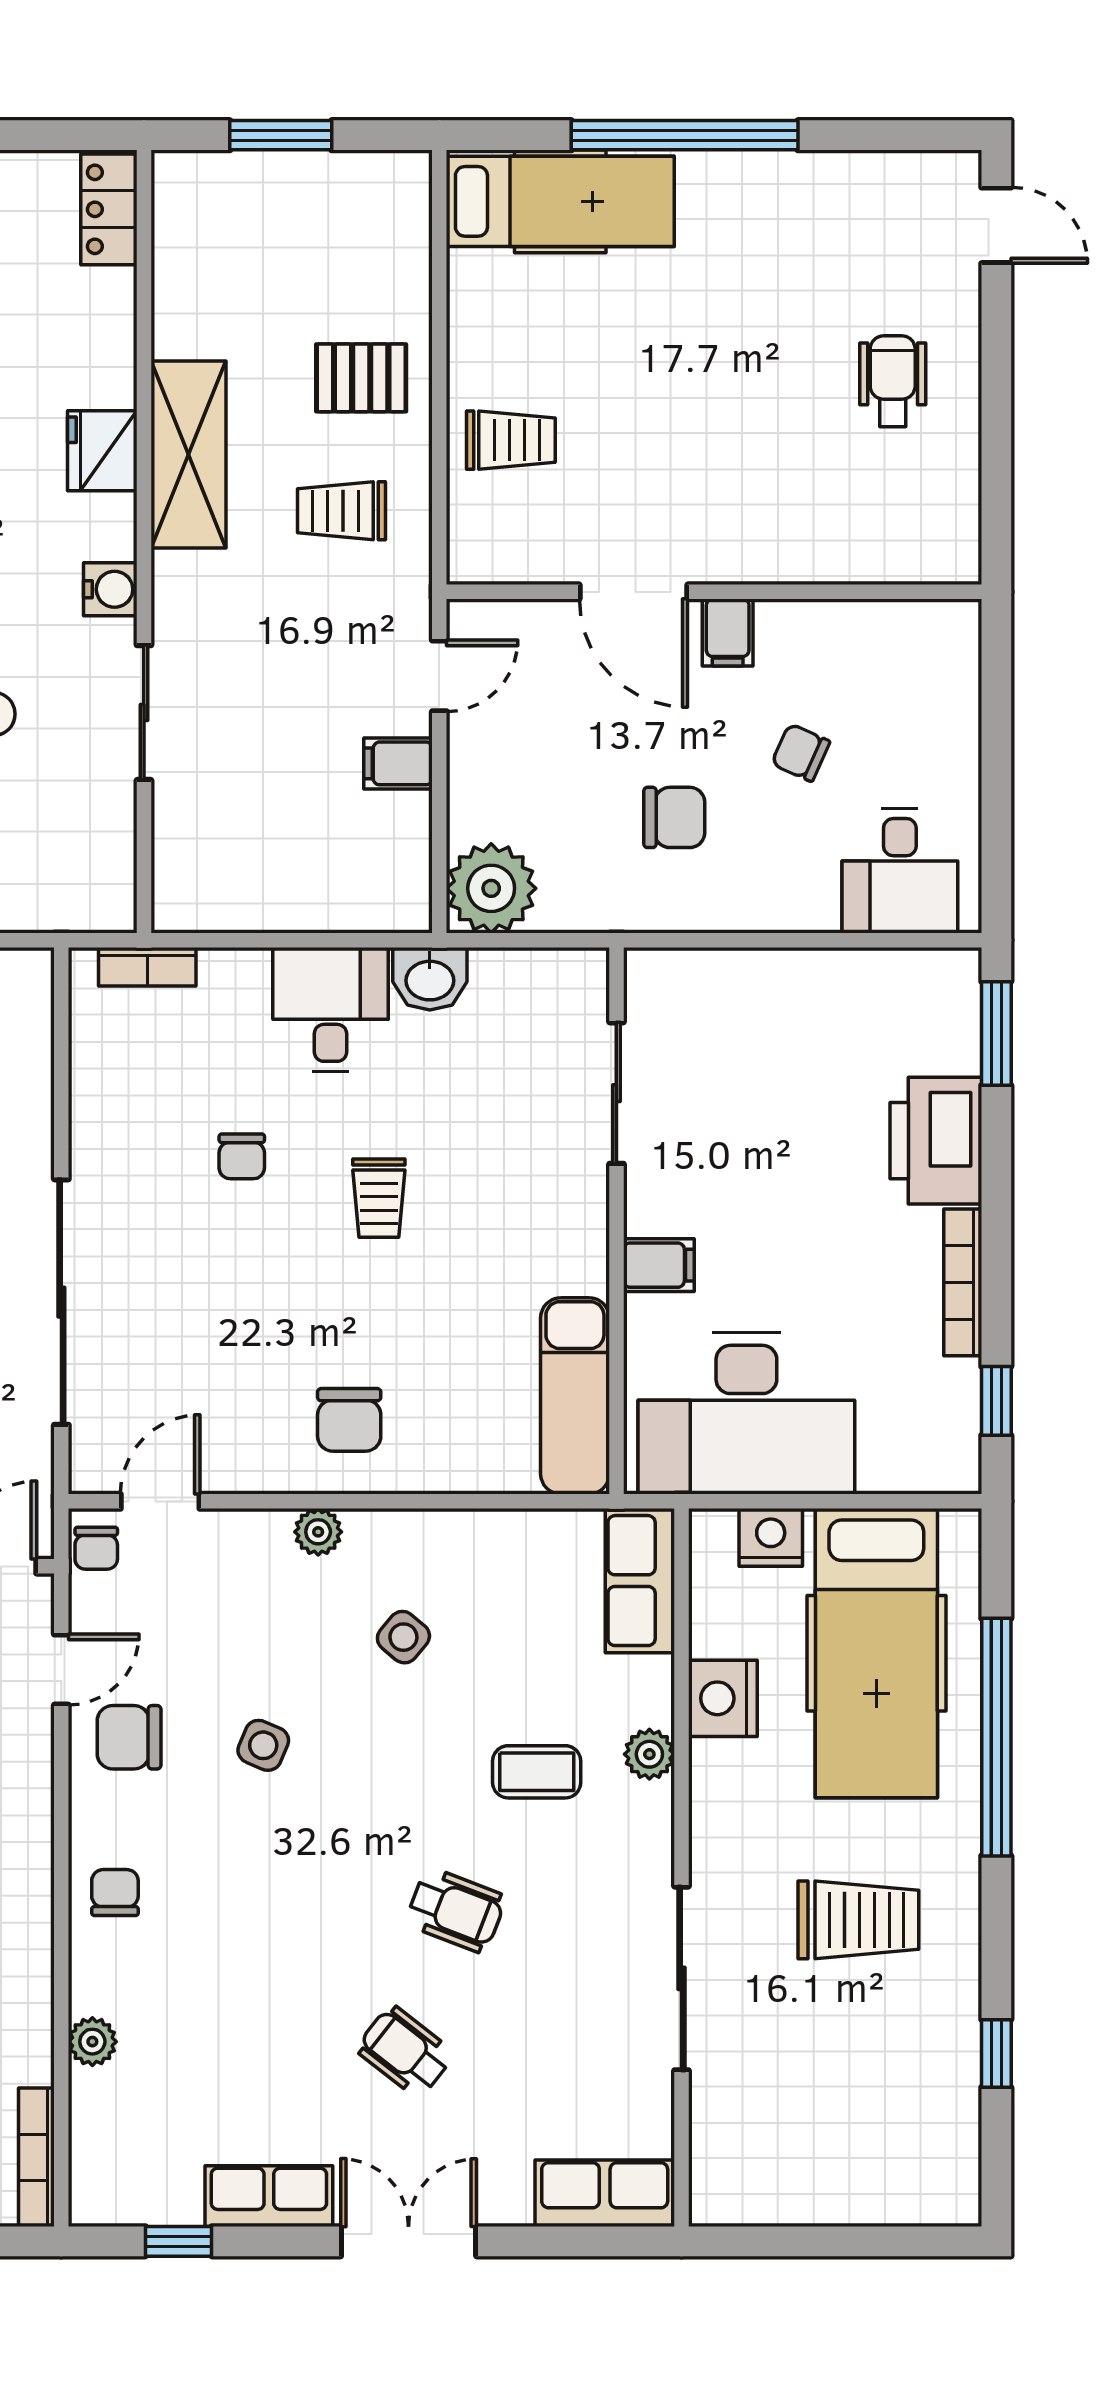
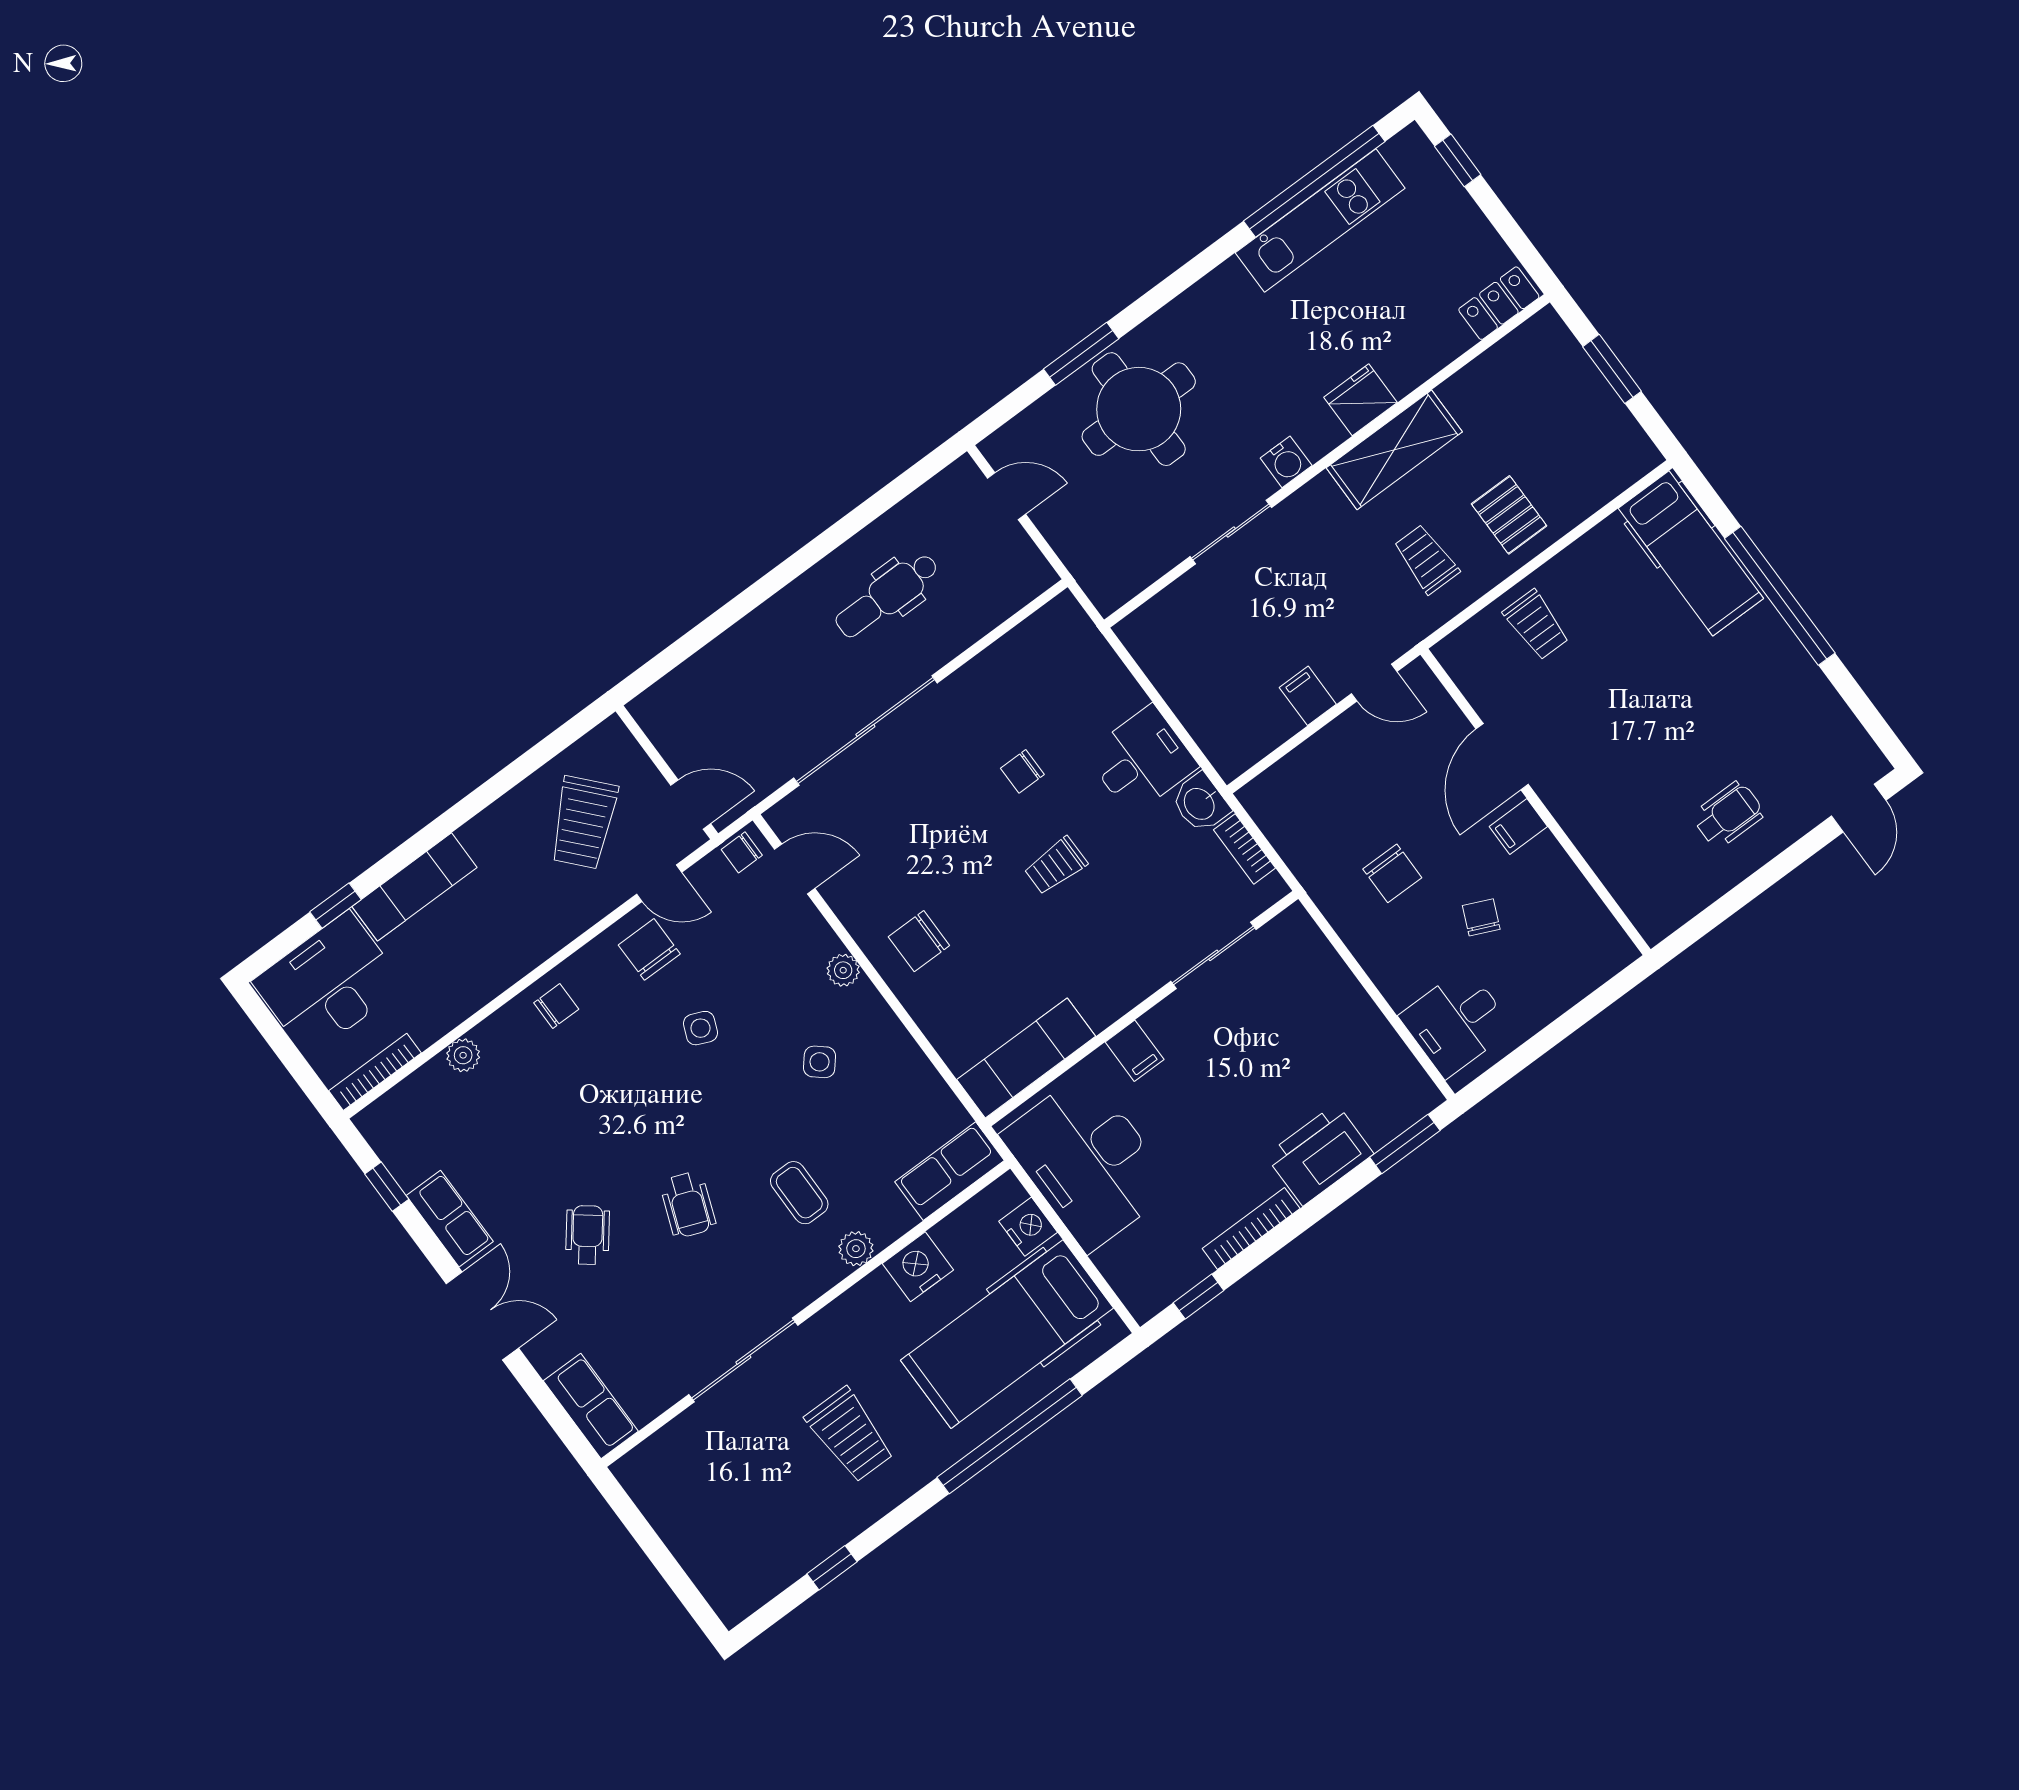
plant: (491, 888) -> (1276, 800), removed
bookcase: (147, 967) -> (1244, 849), moved

